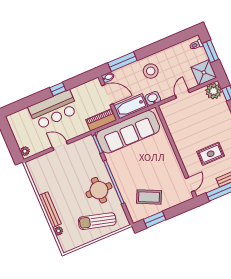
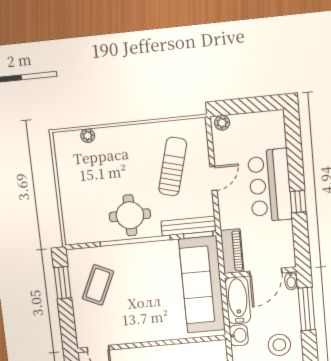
bench: (50, 210) -> (188, 226), moved
sun lounger: (97, 221) -> (173, 167), moved

